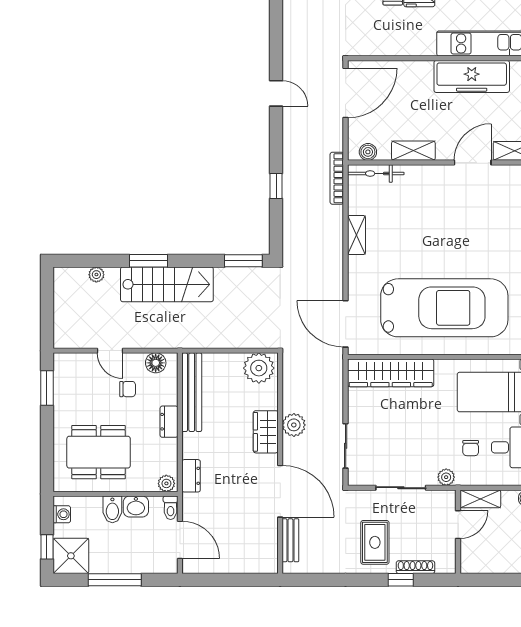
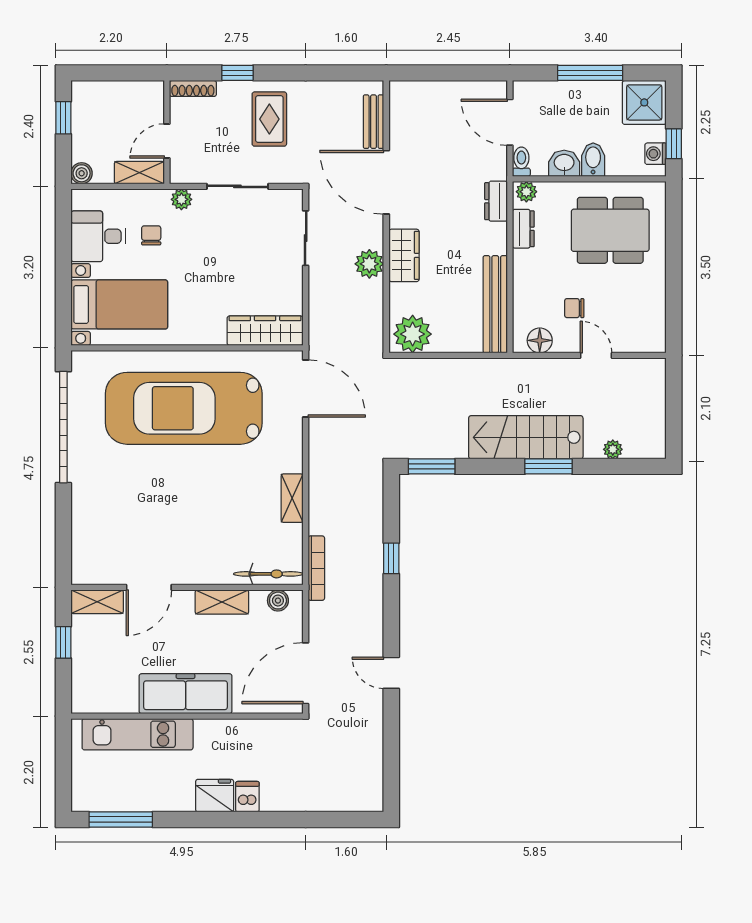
freezer: (472, 76) -> (186, 694), moved
wardrobe: (391, 373) -> (265, 331), width x0.71, depth x0.85
window: (47, 388) -> (674, 310), removed
dresser: (169, 422) -> (523, 229), moved
window: (47, 547) -> (674, 144), moved
shoe rack: (415, 567) -> (193, 88), moved

